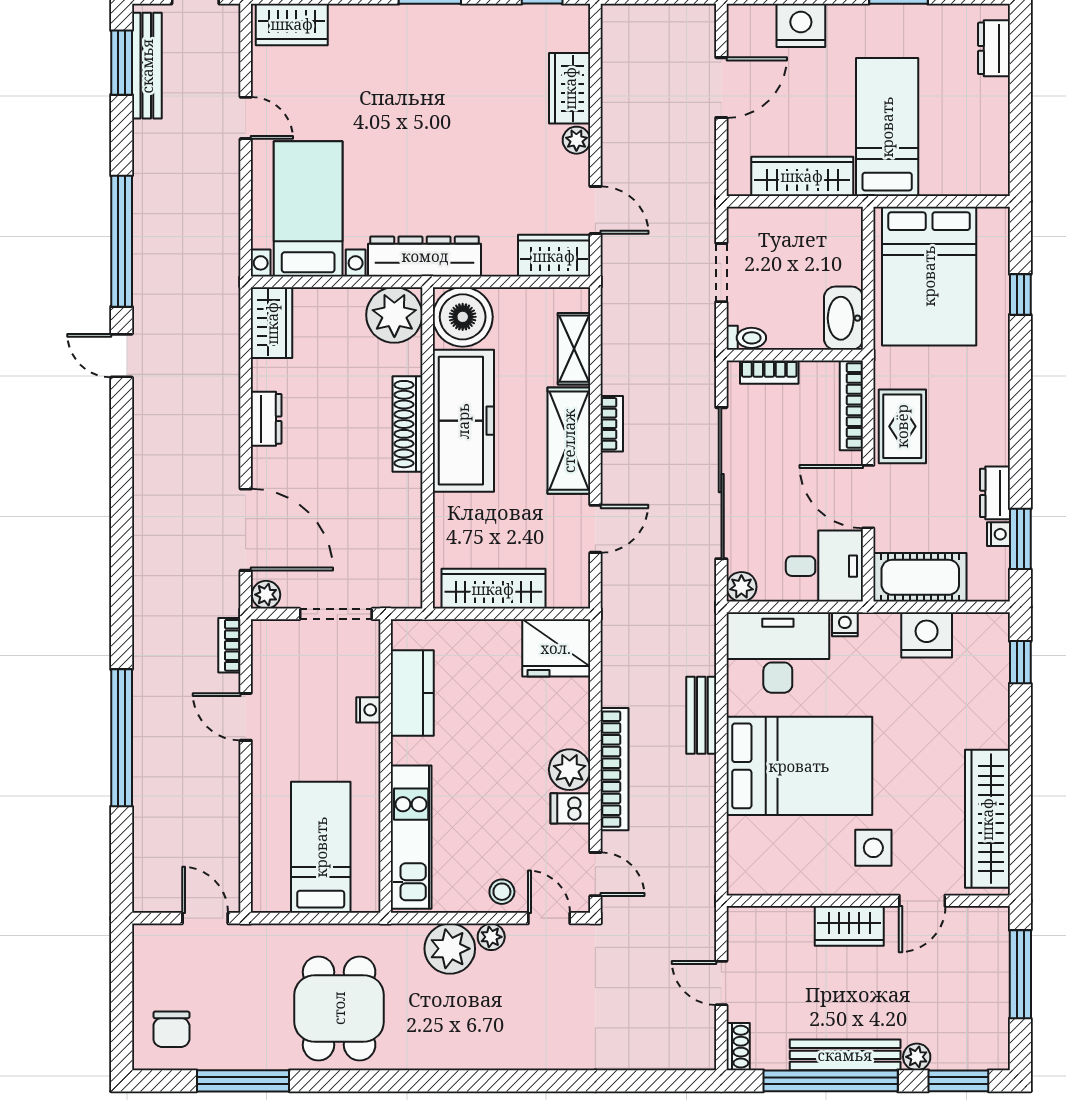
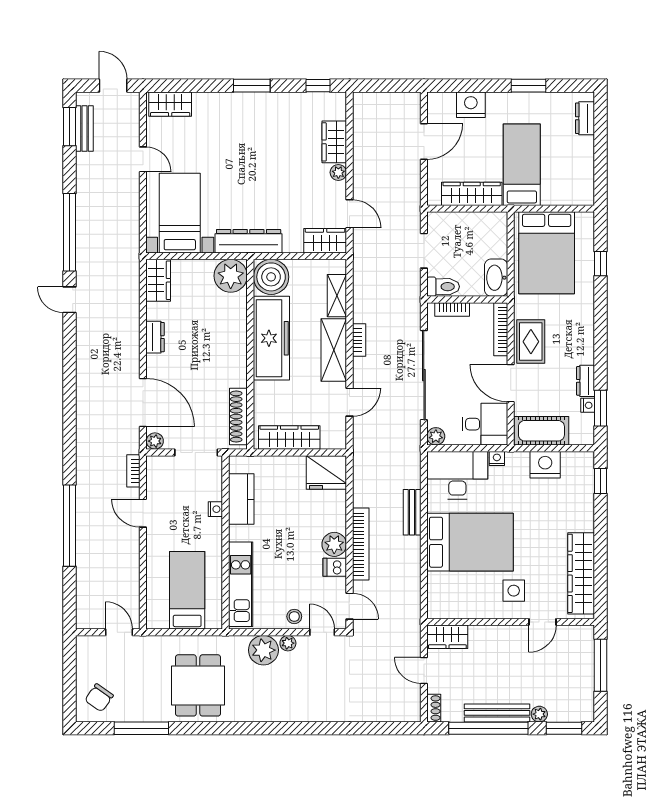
bench: (147, 66) -> (84, 128), width x0.73
toilet: (746, 338) -> (443, 287), width x1.37, depth x1.39
shoe rack: (407, 424) -> (238, 416), moved
wardrobe: (849, 926) -> (447, 637), moved
chair: (171, 1029) -> (99, 698), turned 35

